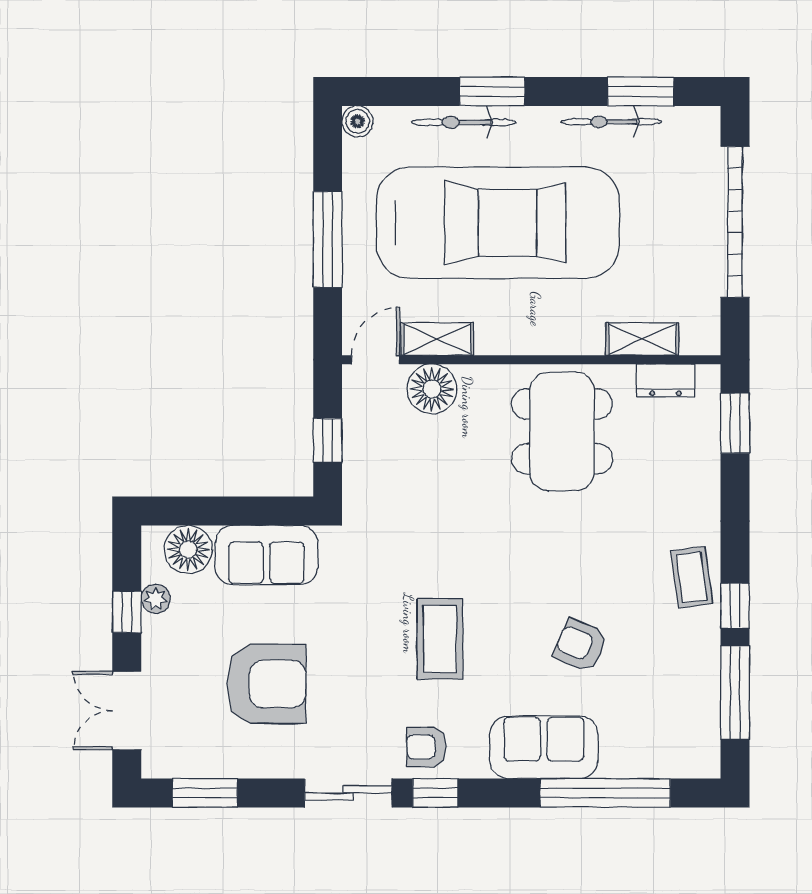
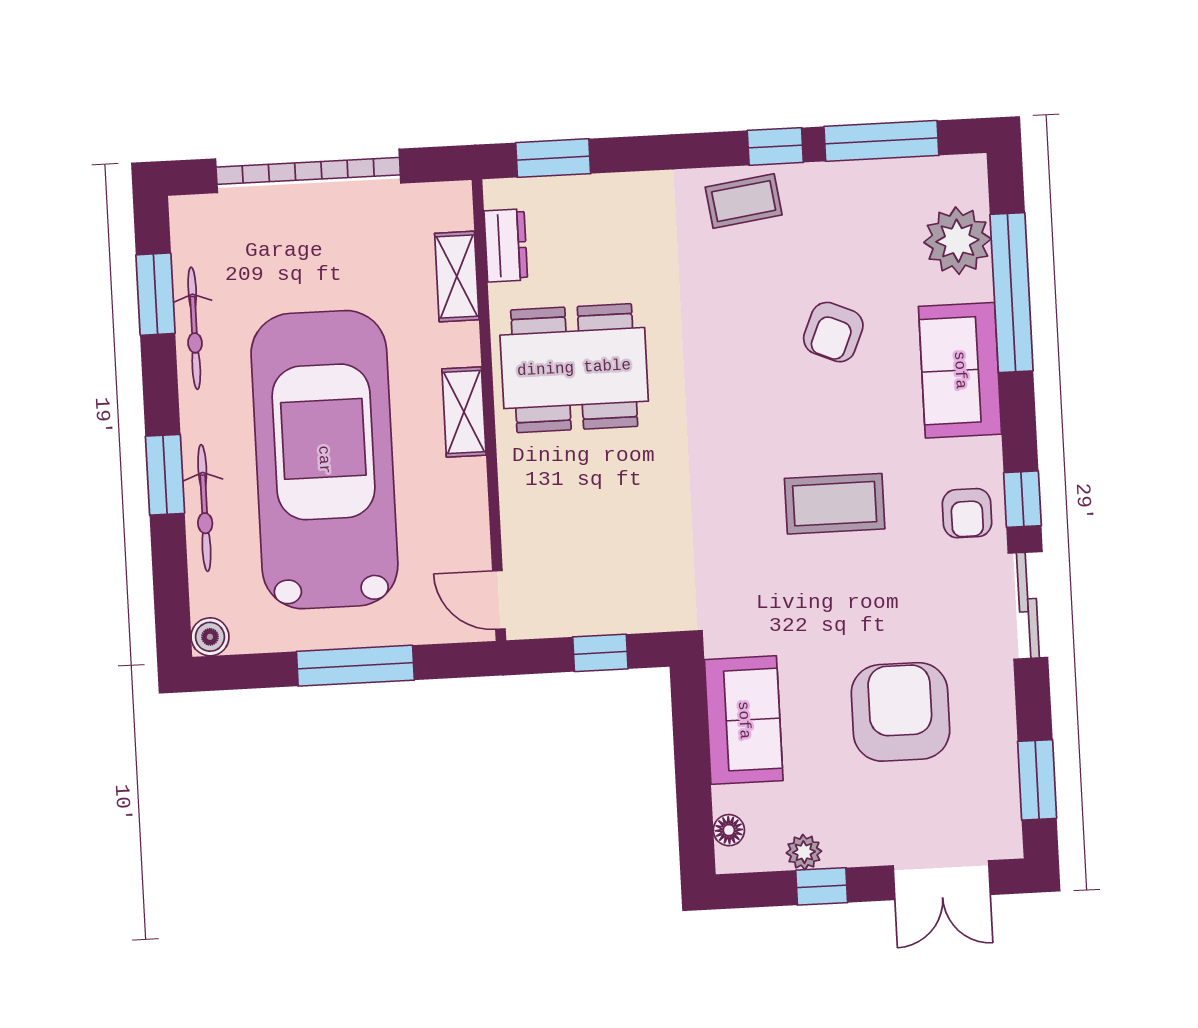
shelving: (437, 339) -> (464, 412), moved
floor lamp: (432, 389) -> (531, 529), removed
floor lamp: (188, 550) -> (729, 830), width x0.53, depth x0.53
plant: (650, 751) -> (957, 241), added

